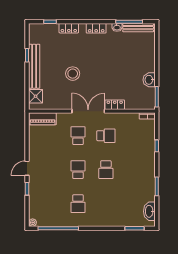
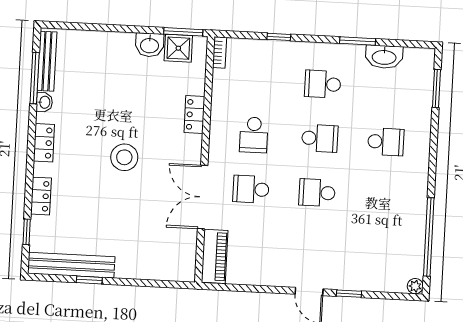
bench: (34, 66) -> (71, 265), moved
stool: (73, 74) -> (124, 157), moved
shower: (36, 96) -> (178, 48), moved
double door: (88, 111) -> (203, 197), moved
school desk: (106, 136) -> (254, 135), turned 180
school desk: (134, 170) -> (323, 84), added
school desk: (78, 204) -> (386, 142), moved
washbasin: (149, 211) -> (384, 57), moved

